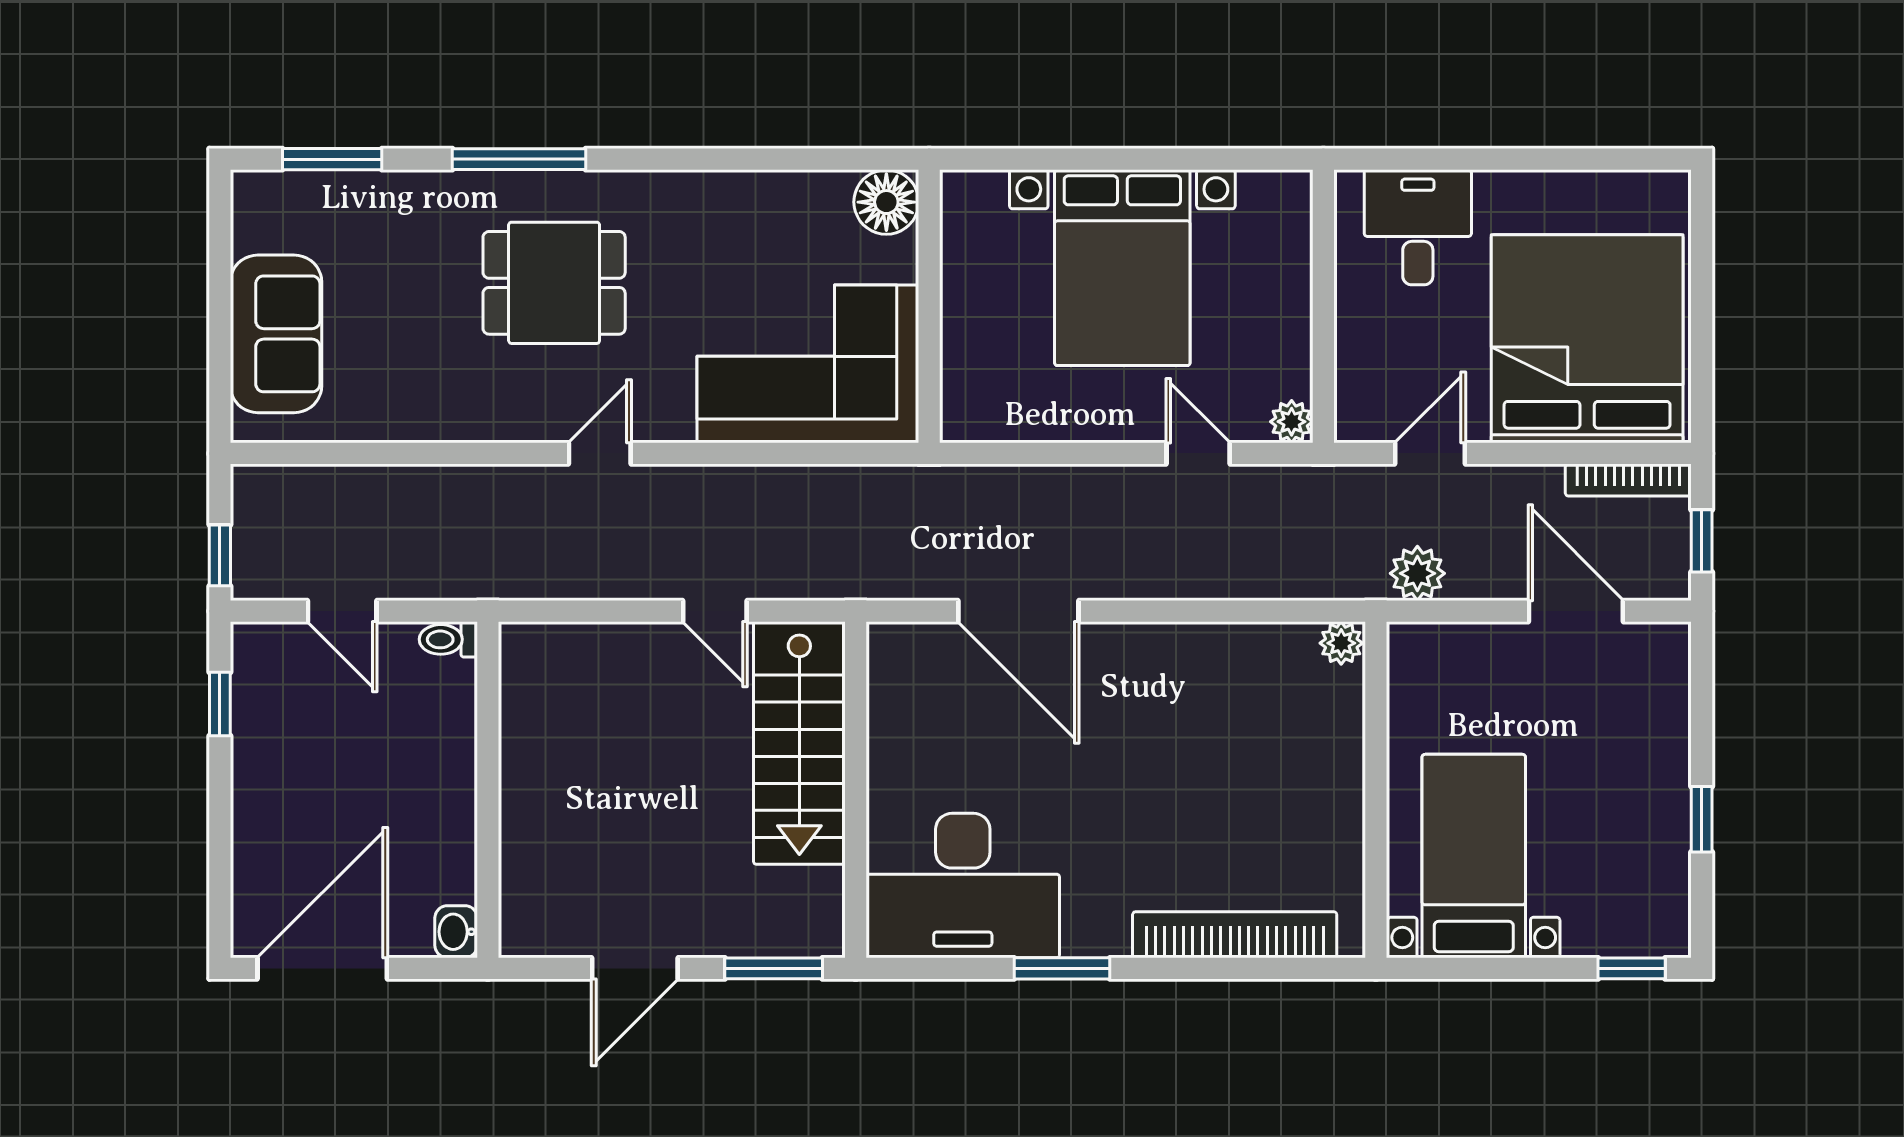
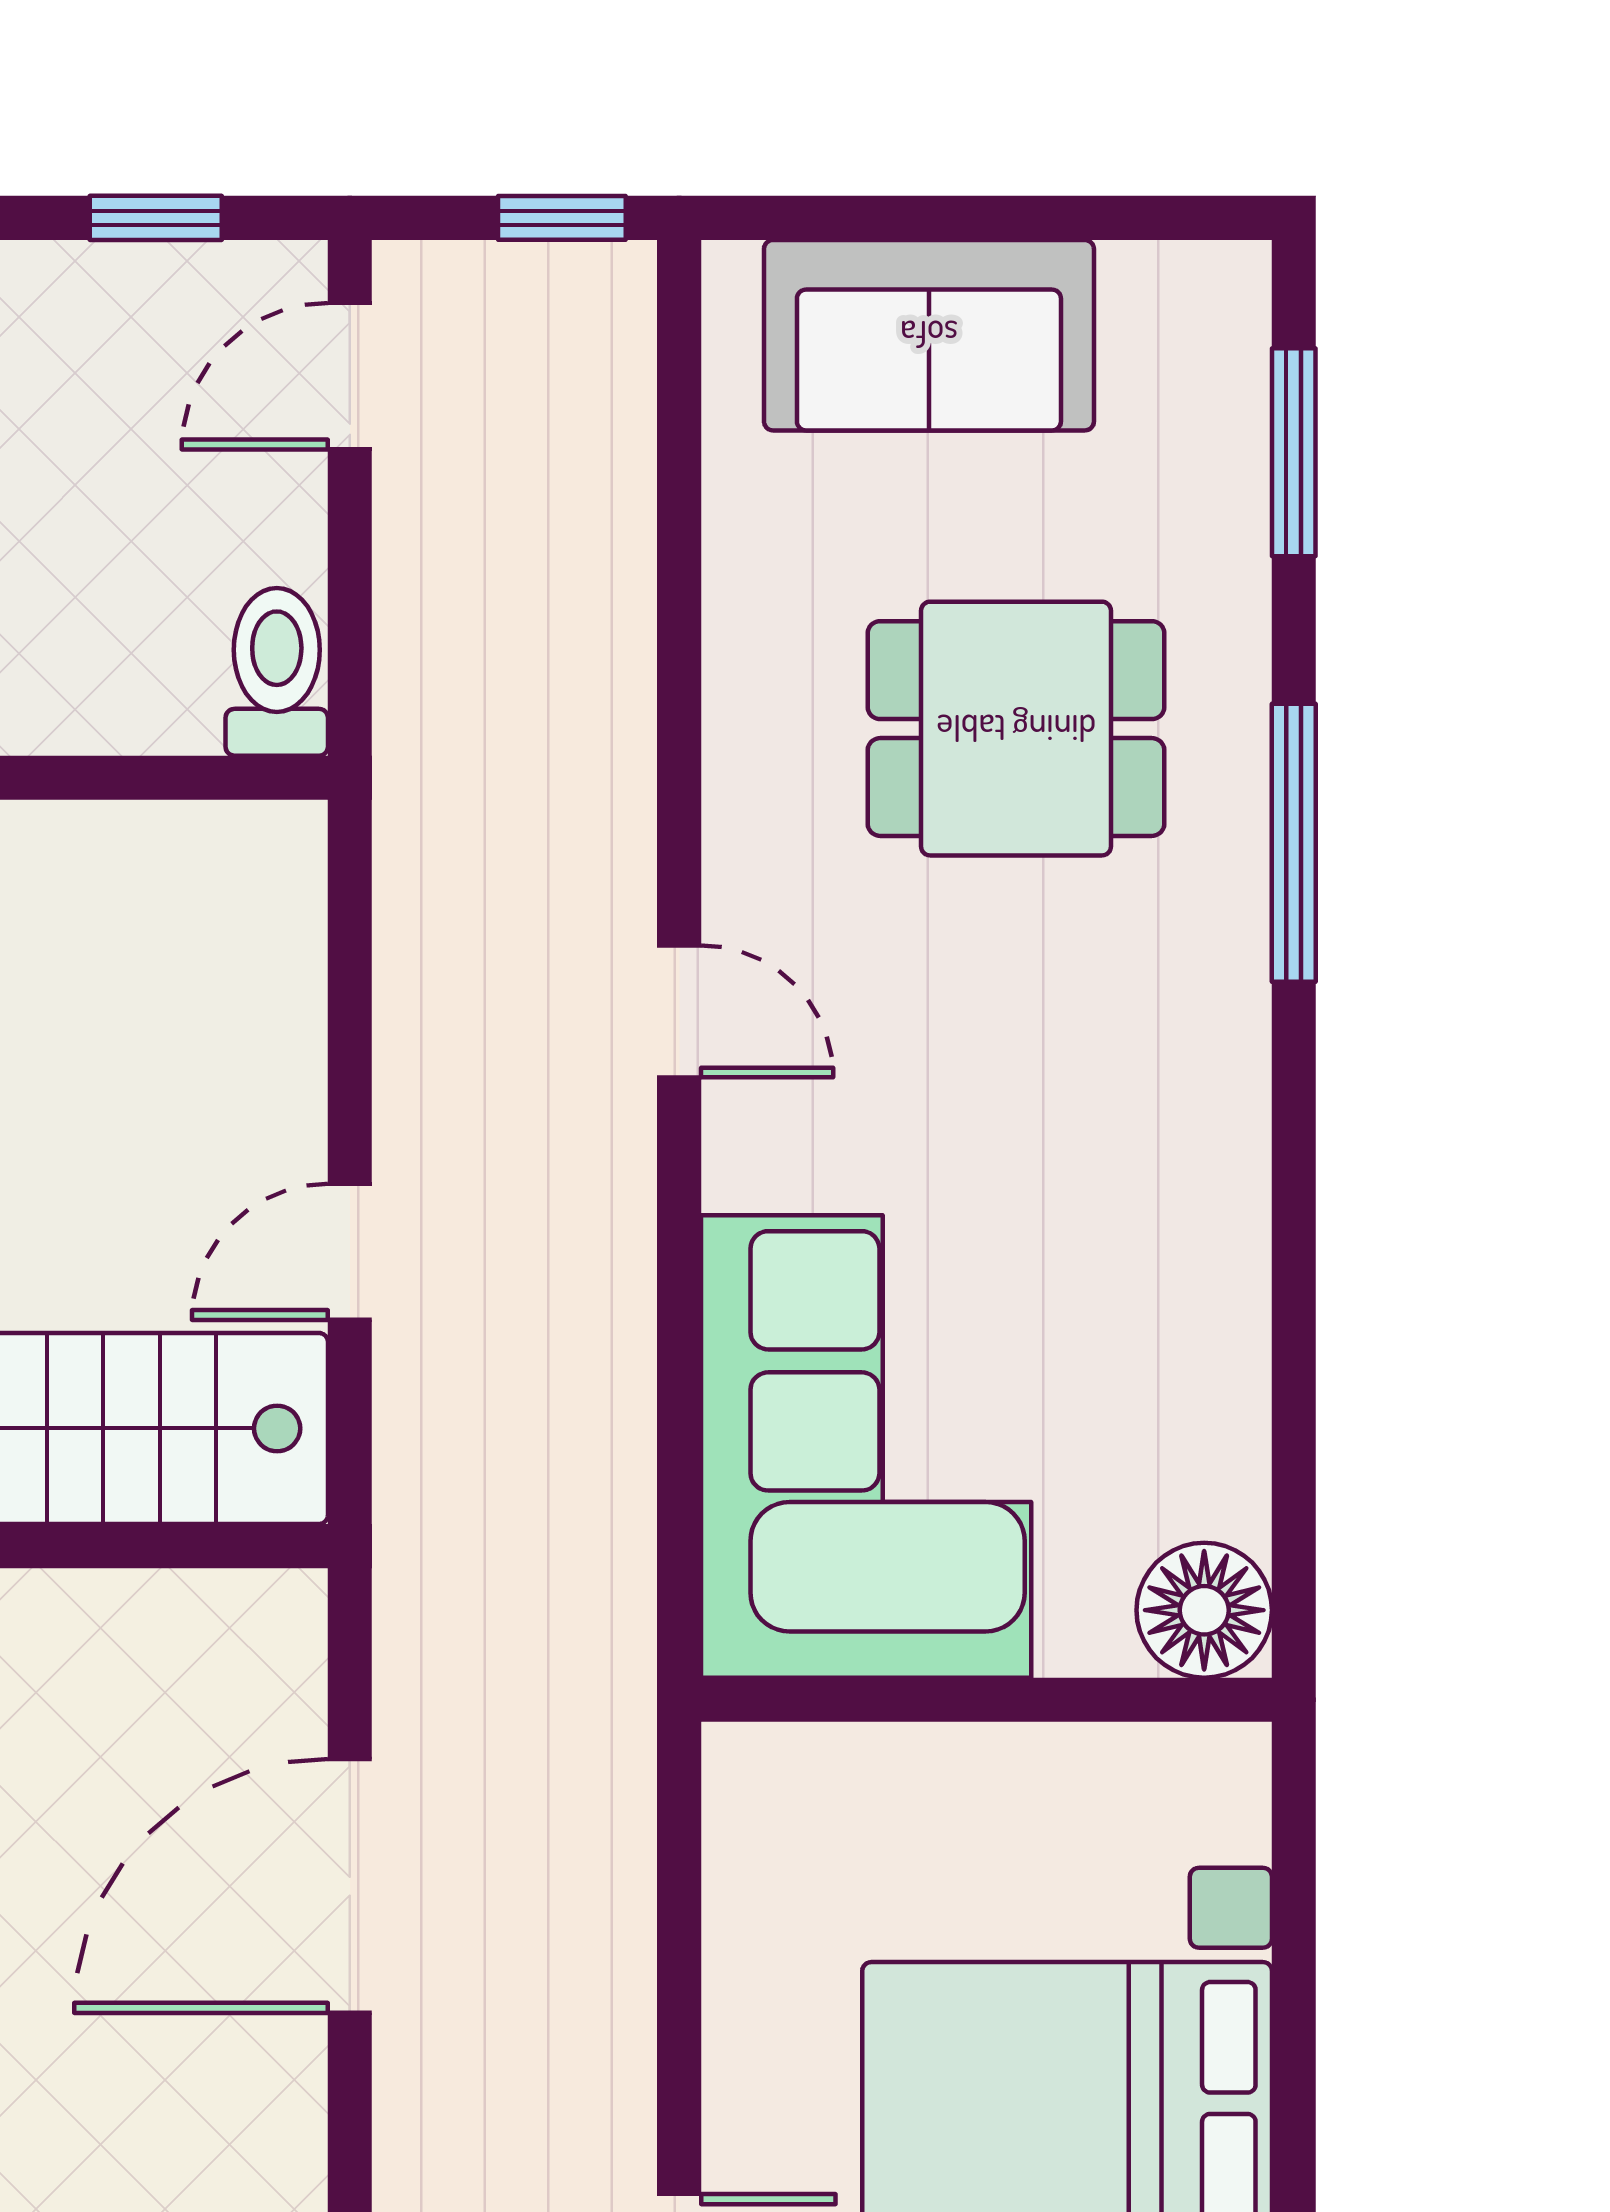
dining table: (554, 283) -> (1016, 729), moved, turned 90
window: (220, 555) -> (562, 218), moved
door: (342, 611) -> (350, 376), moved
toilet: (448, 639) -> (277, 672), width x1.37, depth x1.39

